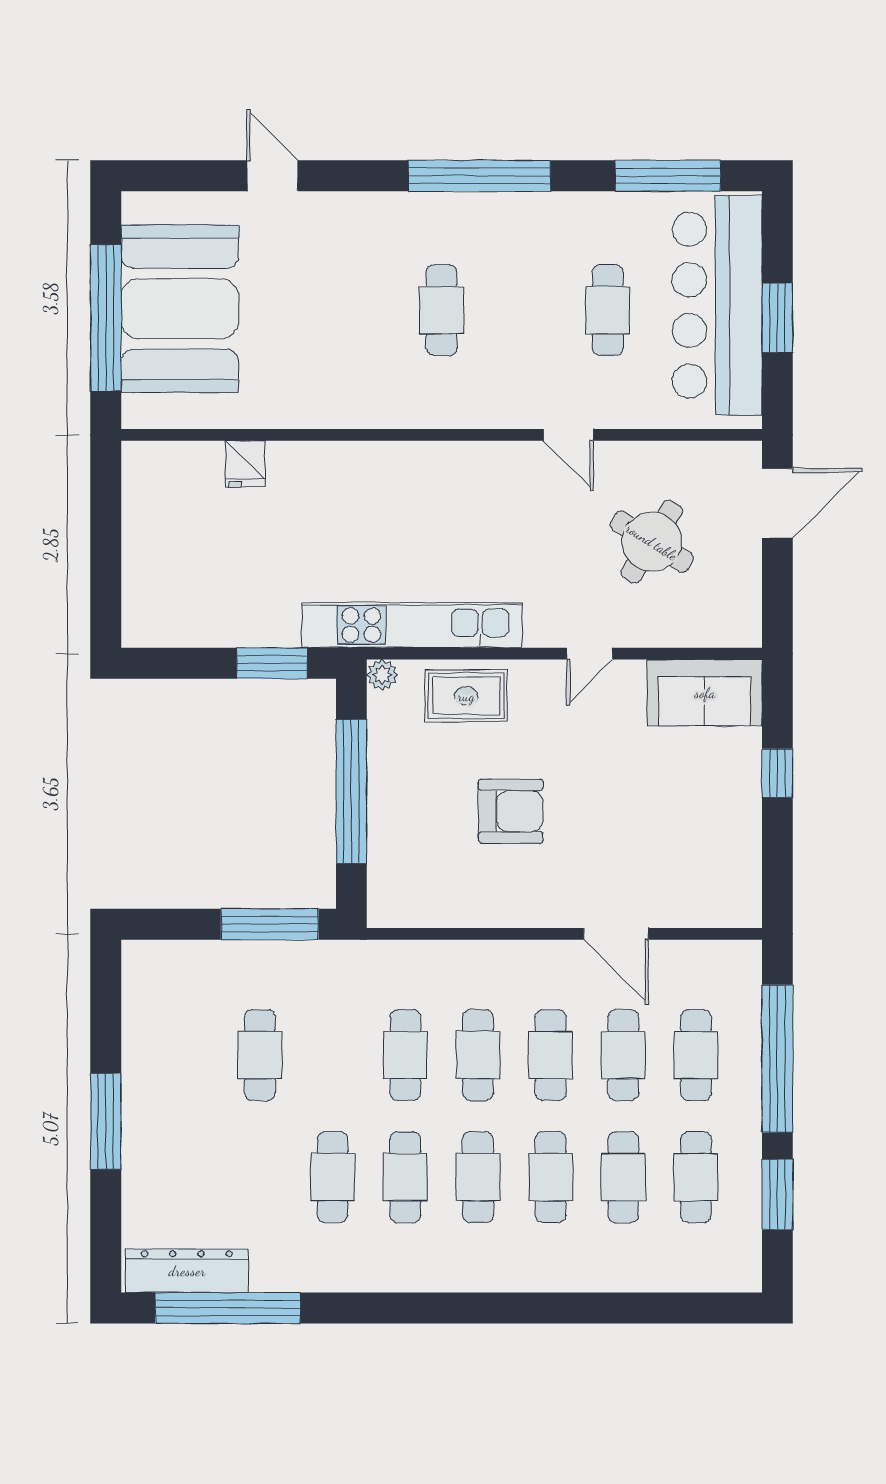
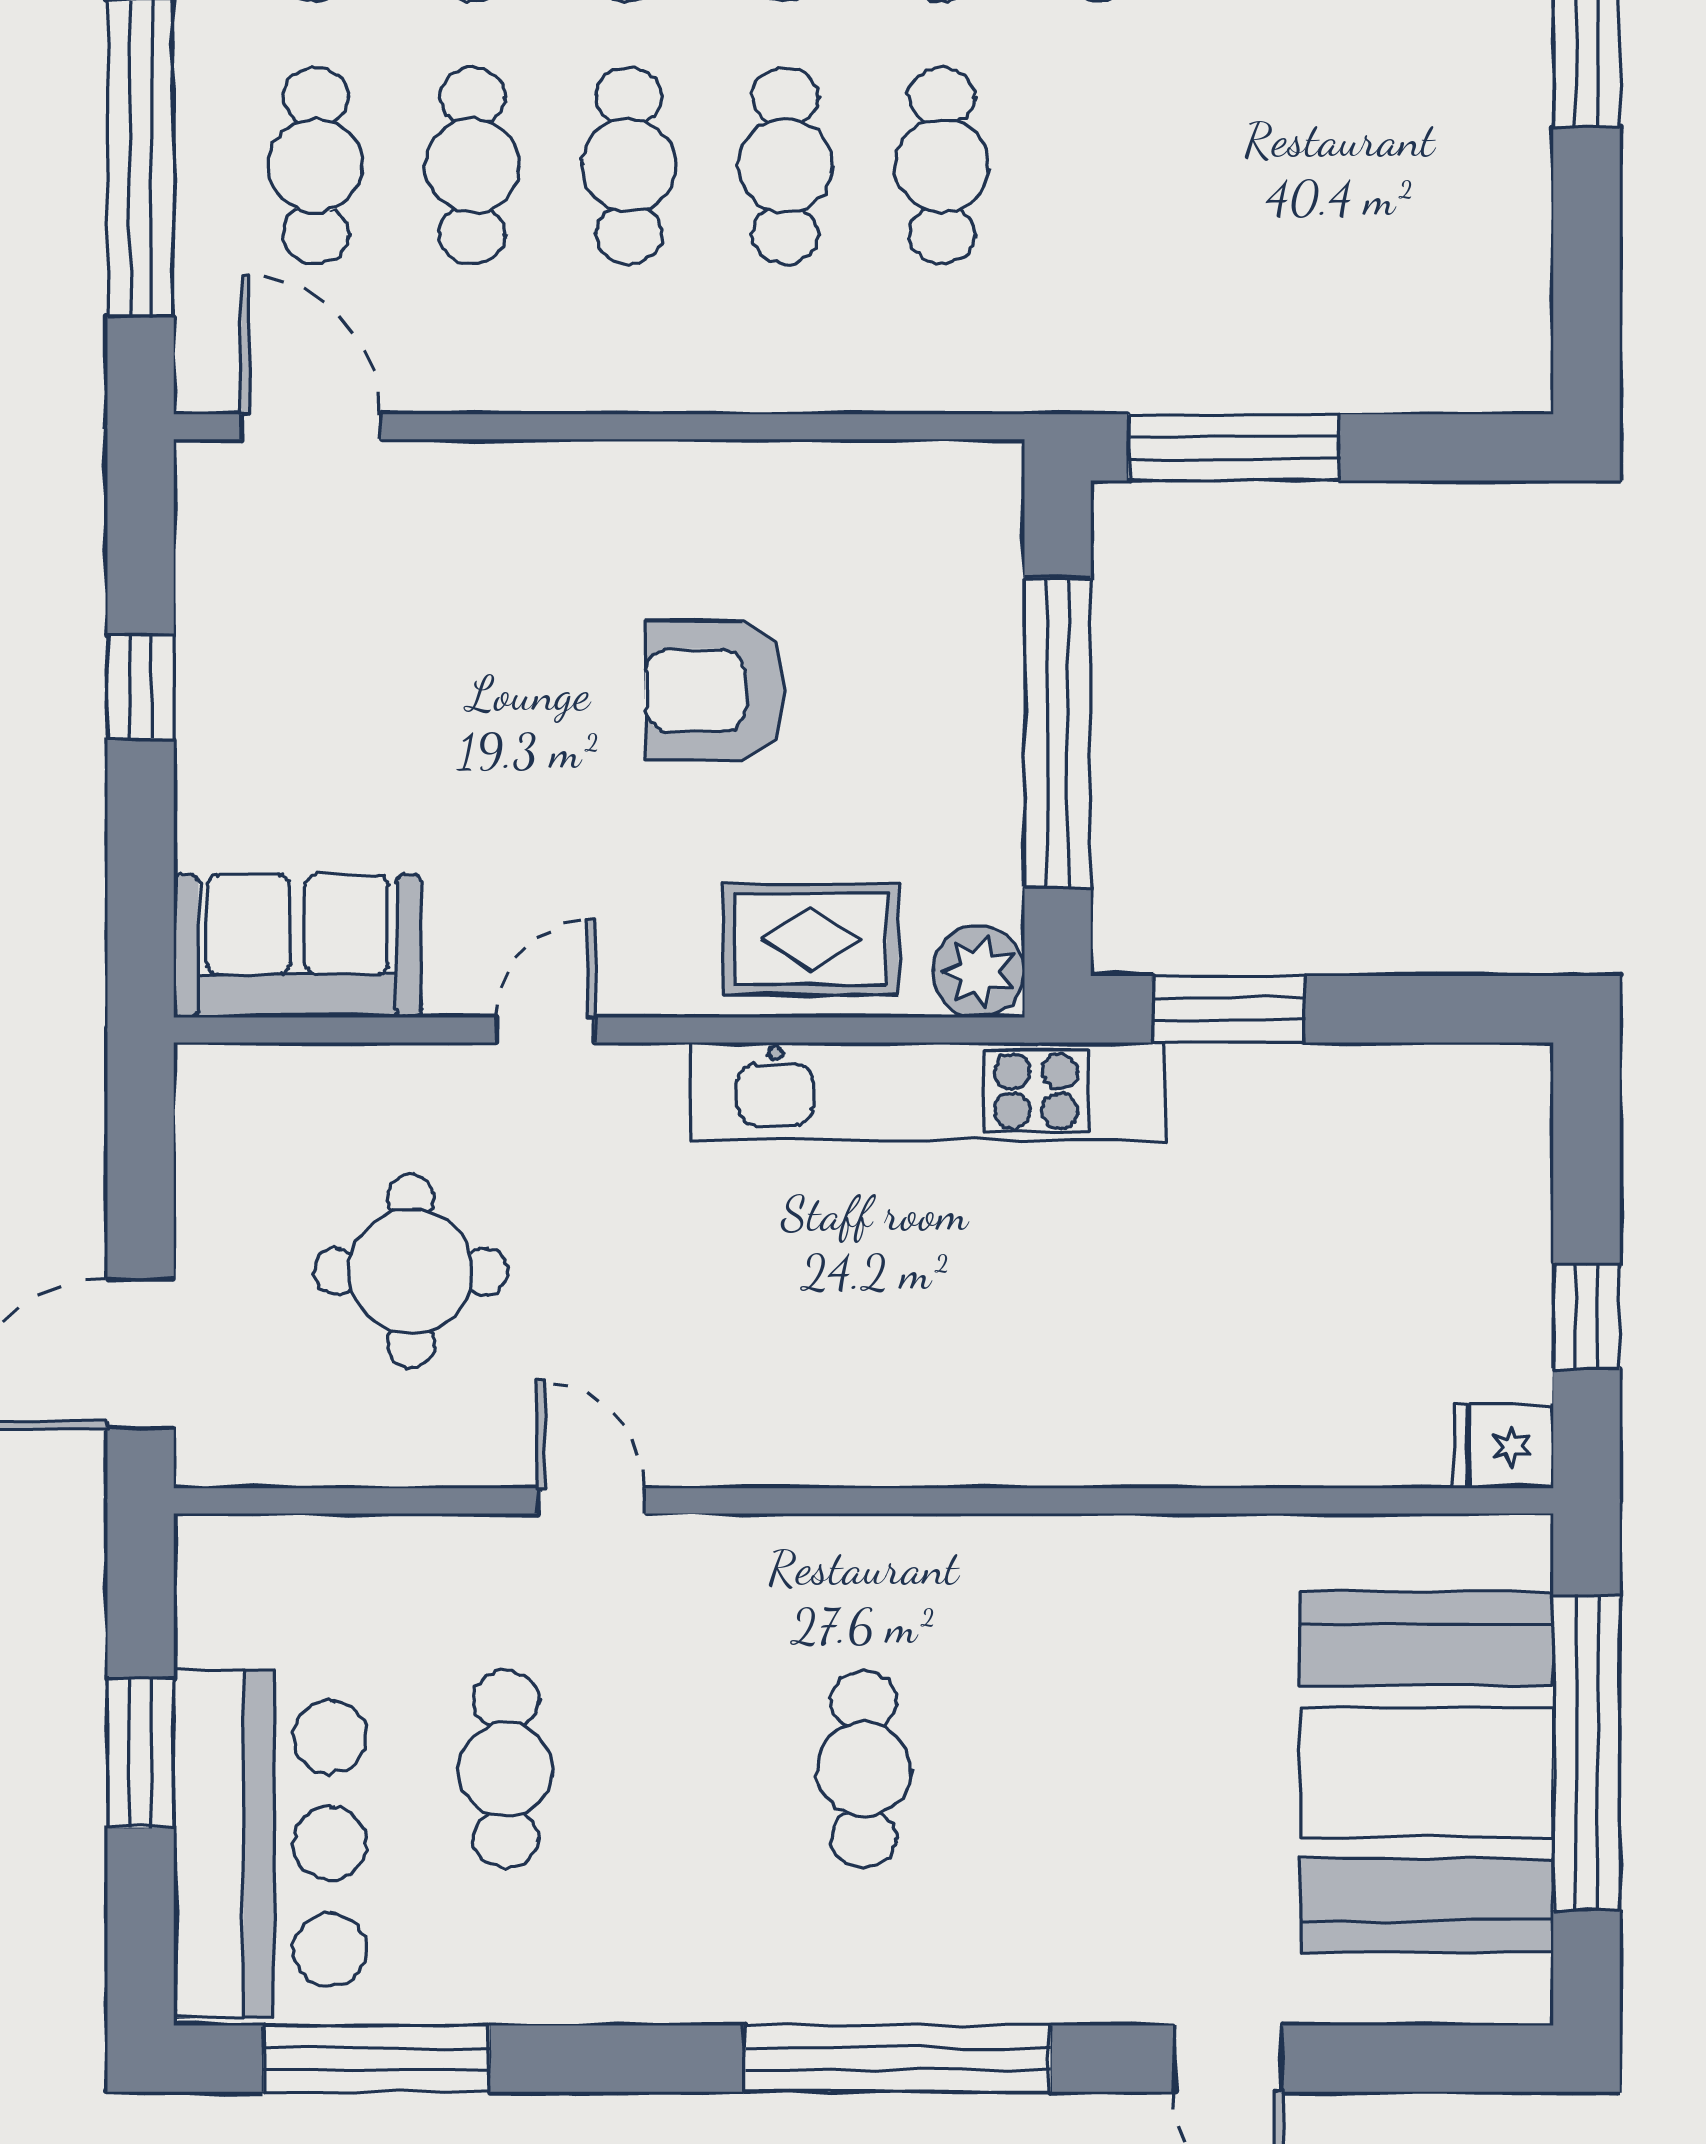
window: (479, 176) -> (897, 2059), moved
bar counter: (717, 305) -> (270, 1843), width x0.73
fridge: (245, 464) -> (1503, 1447), moved, turned -90
window: (106, 520) -> (1586, 1317), added
round table: (652, 542) -> (411, 1271), turned -32
plant: (382, 675) -> (979, 972), width x1.38, depth x1.38
window: (777, 773) -> (141, 687), moved
door: (616, 934) -> (311, 427), moved
cafe table: (260, 1055) -> (1255, 166), removed

